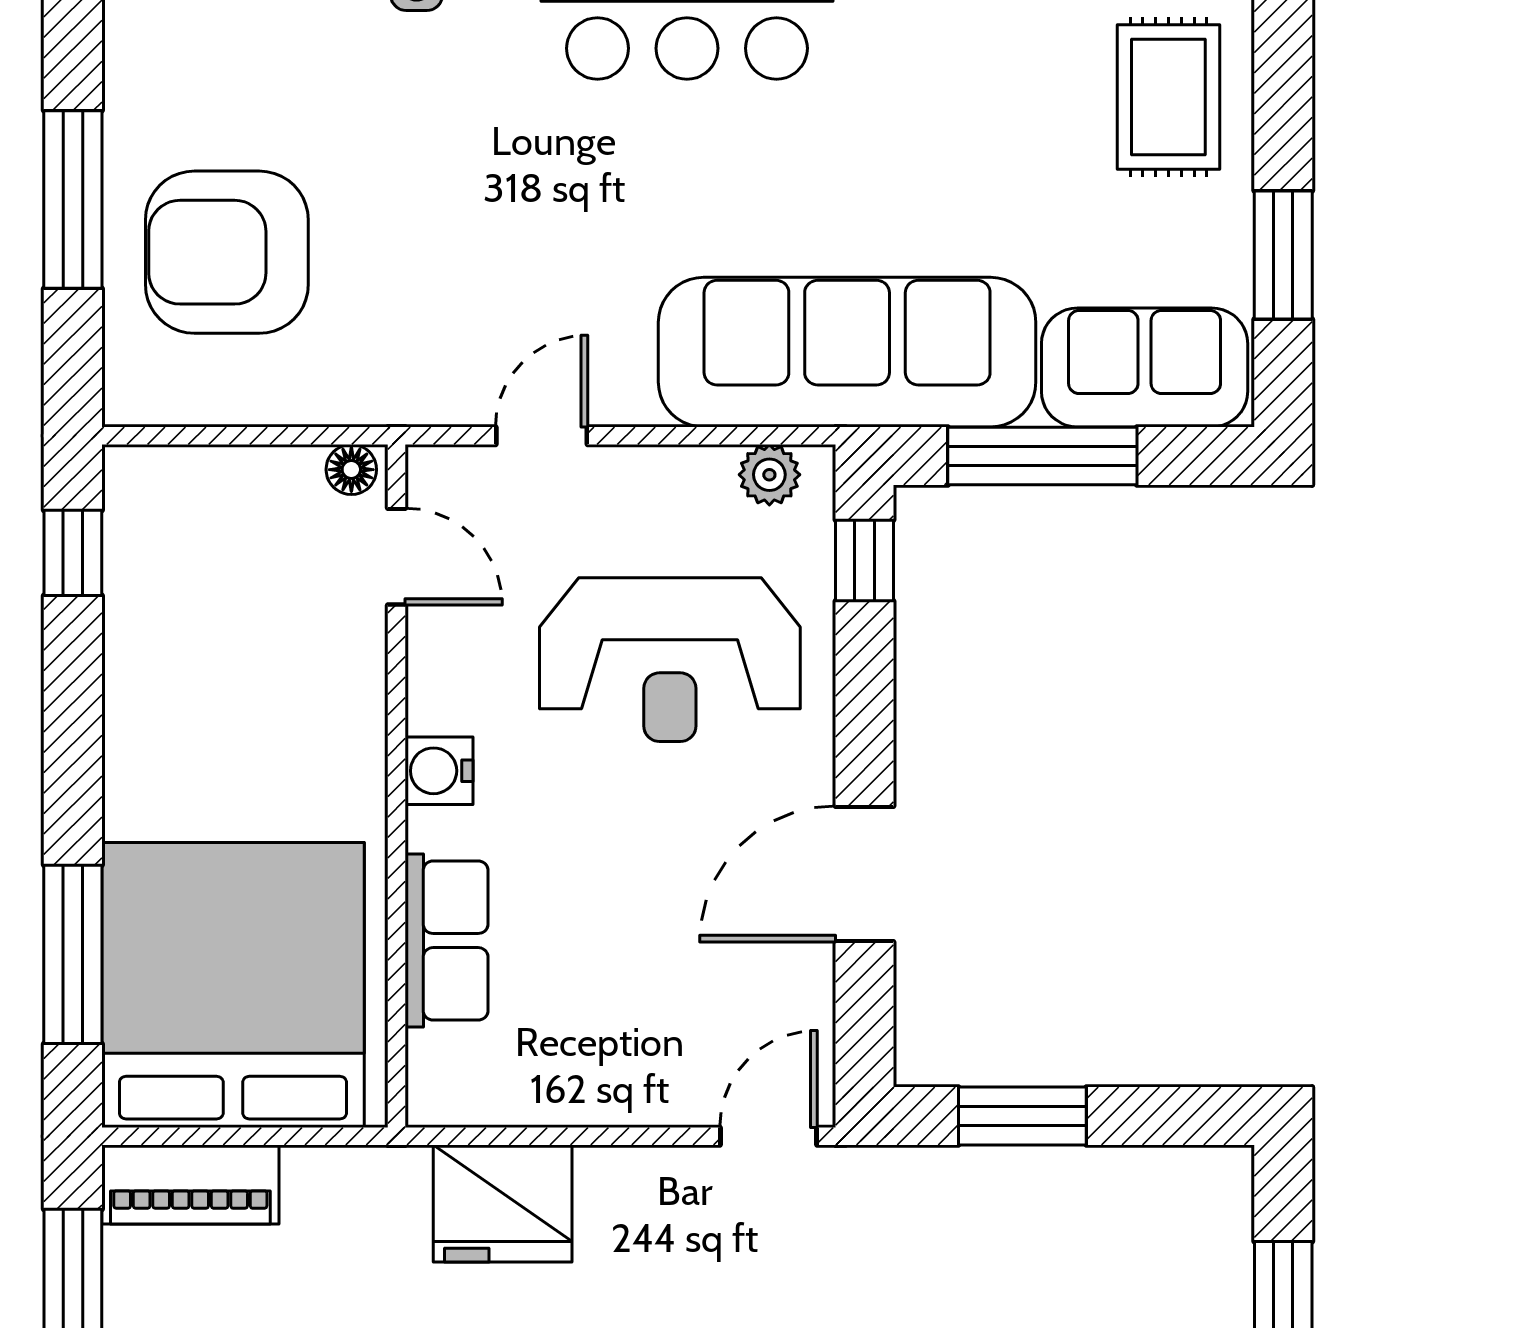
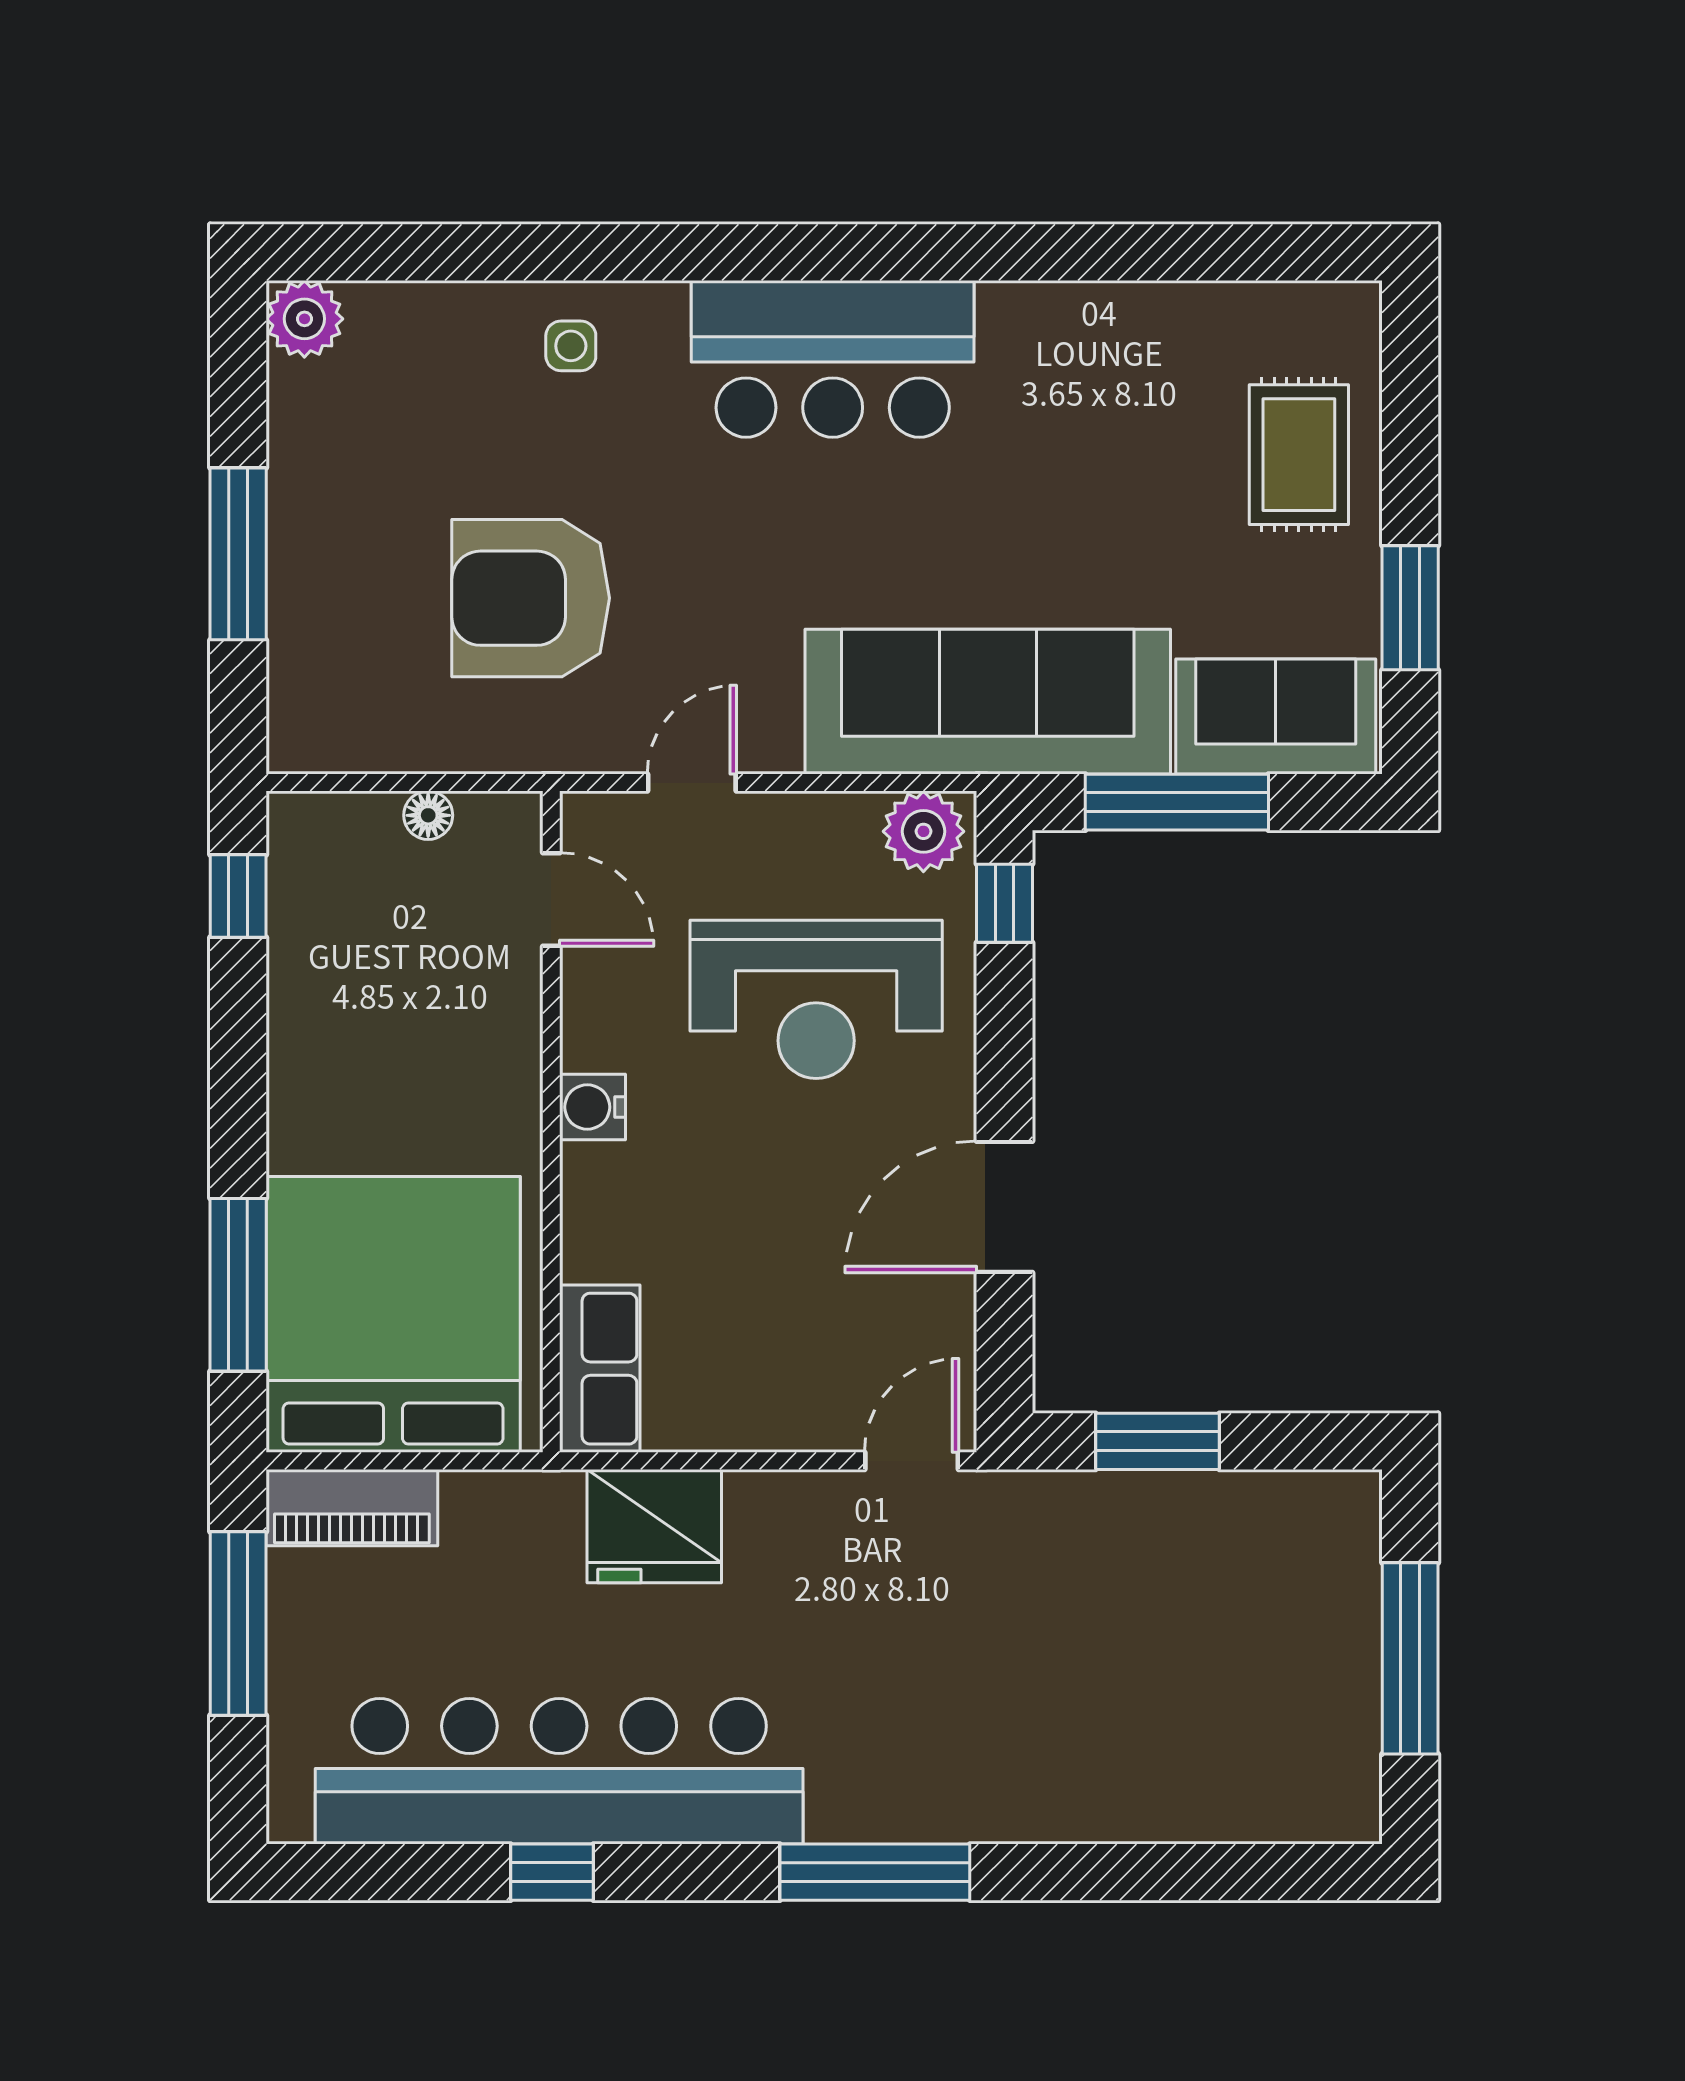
armchair: (227, 252) -> (531, 598), moved
floor lamp: (351, 470) -> (428, 815), moved
plant: (769, 475) -> (923, 831), width x1.38, depth x1.38
row of seats: (447, 941) -> (600, 1369), moved

